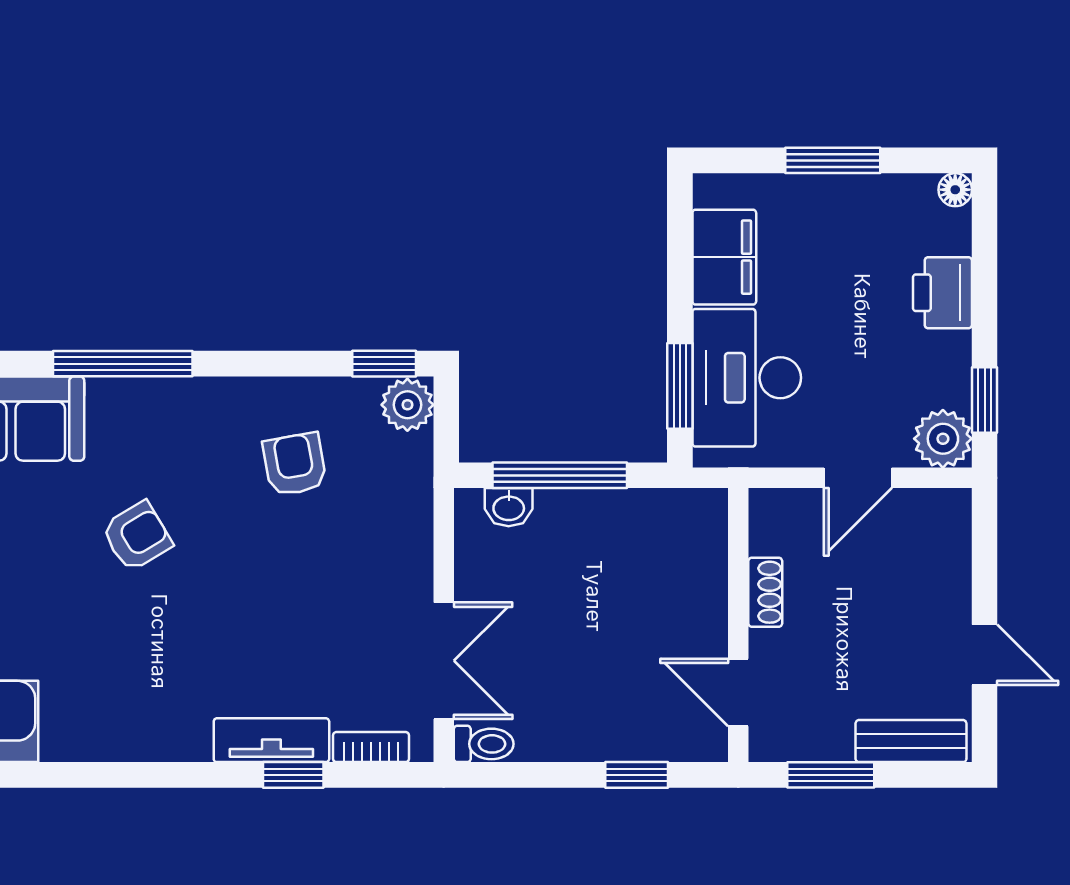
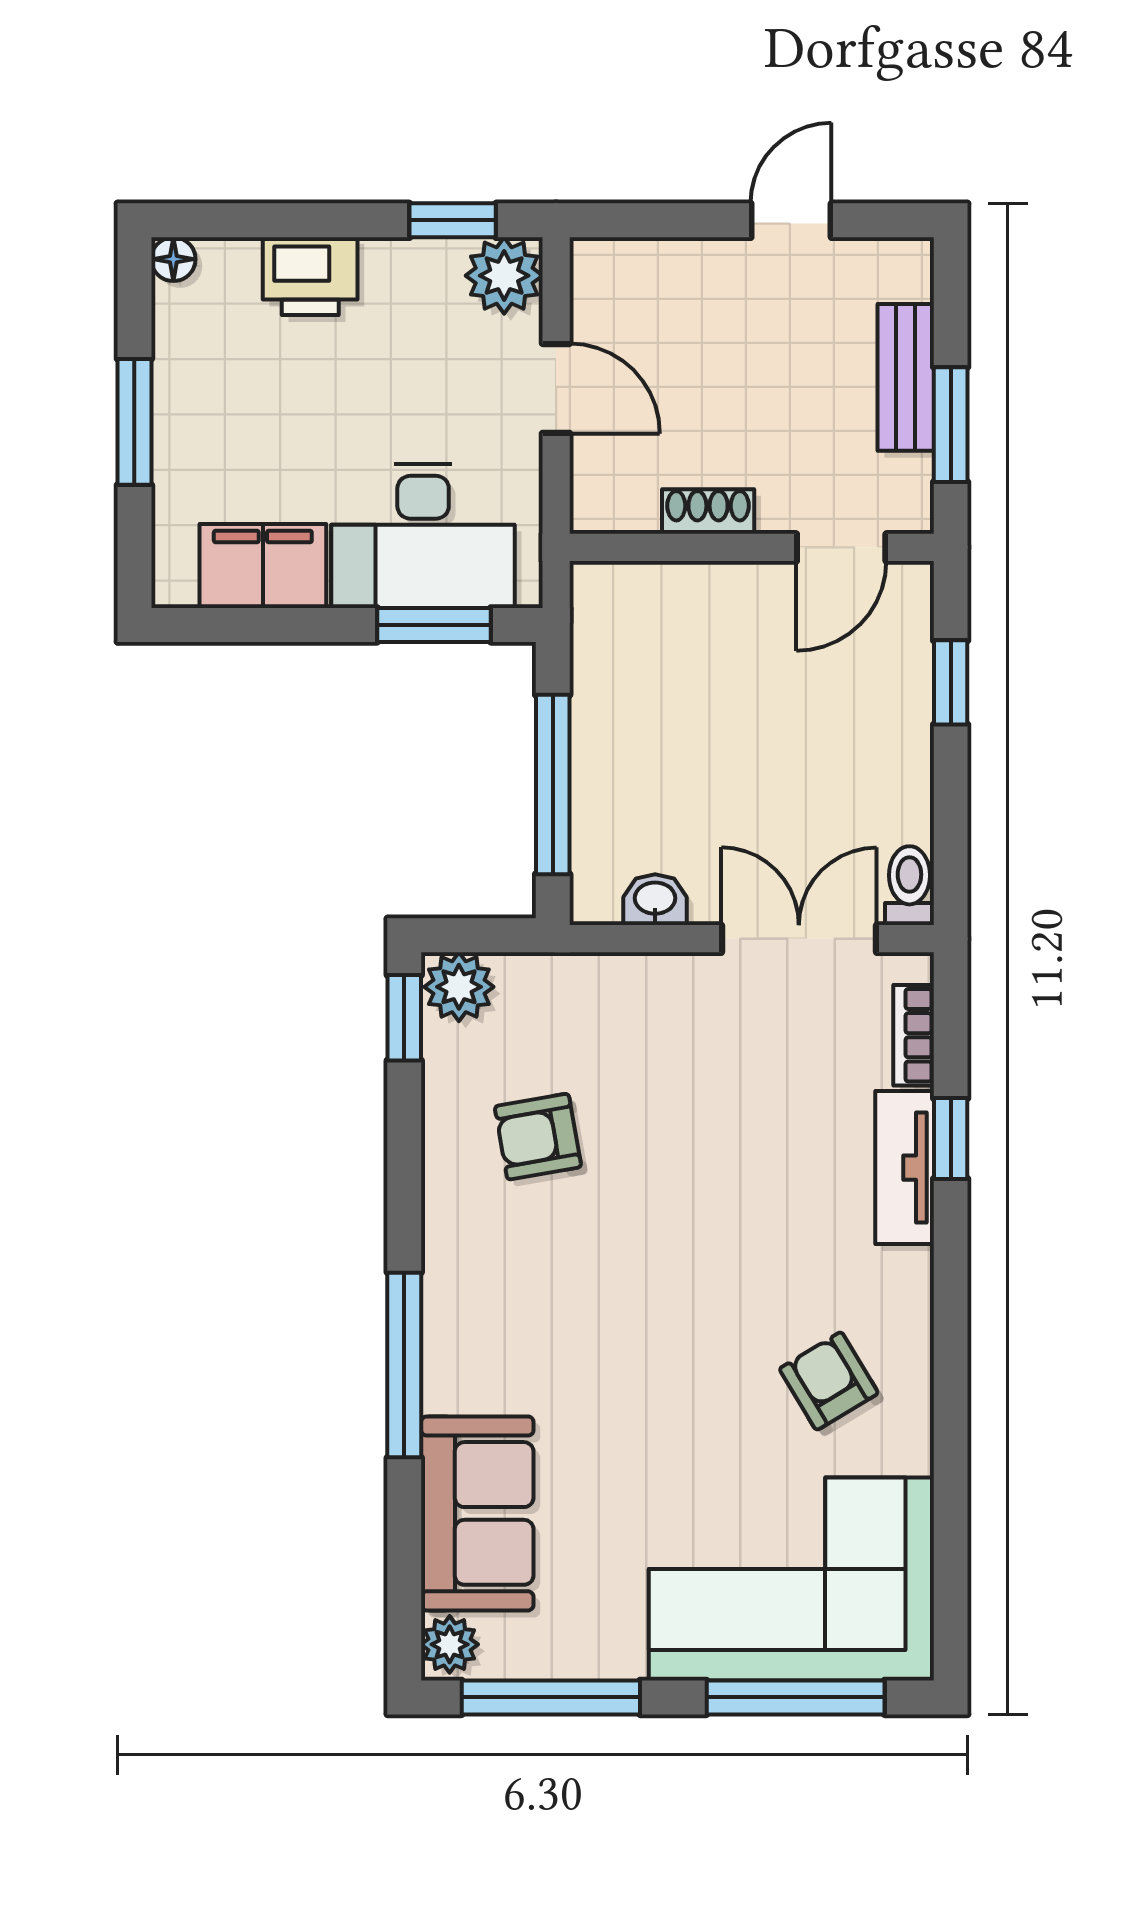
washbasin: (509, 507) -> (655, 900), moved, turned -90
armchair: (137, 536) -> (829, 1381), moved
bench: (911, 741) -> (906, 377), moved

